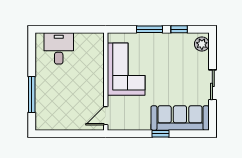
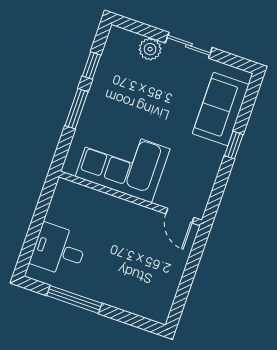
plant: (202, 44) -> (150, 49), moved
window: (32, 95) -> (74, 299), moved
sofa: (180, 118) -> (221, 109), width x0.73

